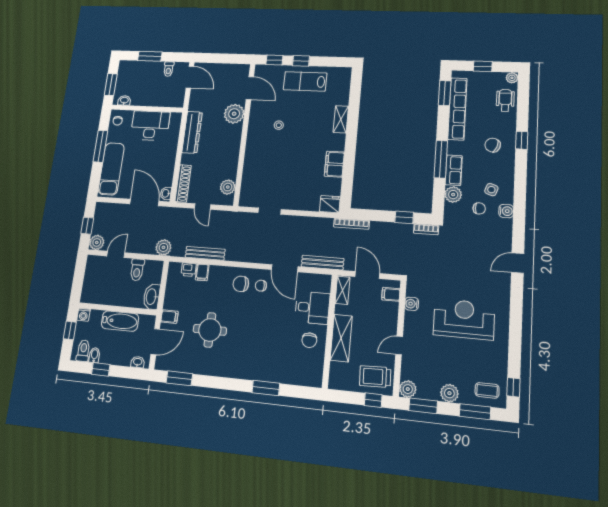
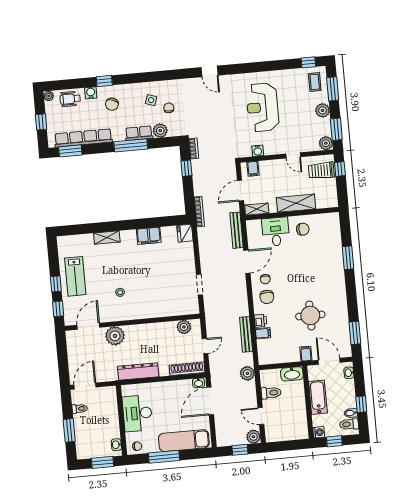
water cooler: (506, 211) -> (91, 93), moved
printer: (189, 270) -> (261, 321), moved
trolley: (375, 377) -> (321, 171), turned 92

